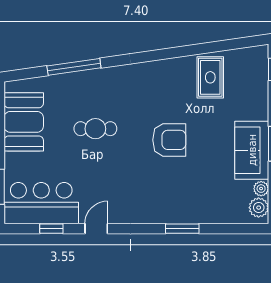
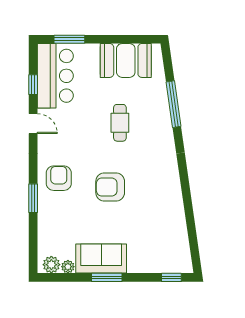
rug: (210, 77) -> (164, 223), removed
armchair: (169, 140) -> (110, 187), turned 90
armchair: (159, 199) -> (59, 178), added

